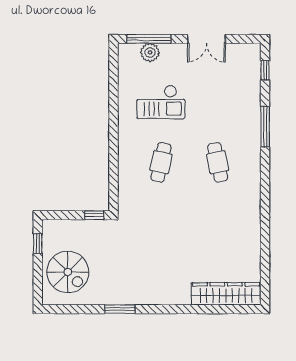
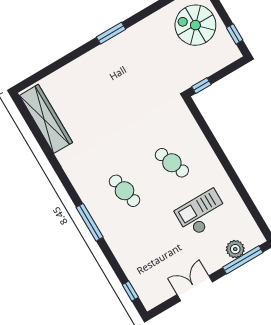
window: (265, 127) -> (90, 222), moved
cafe table: (161, 162) -> (172, 163), turned -33
wardrobe: (226, 294) -> (46, 119), moved, turned -90
window: (120, 309) -> (111, 33), moved

